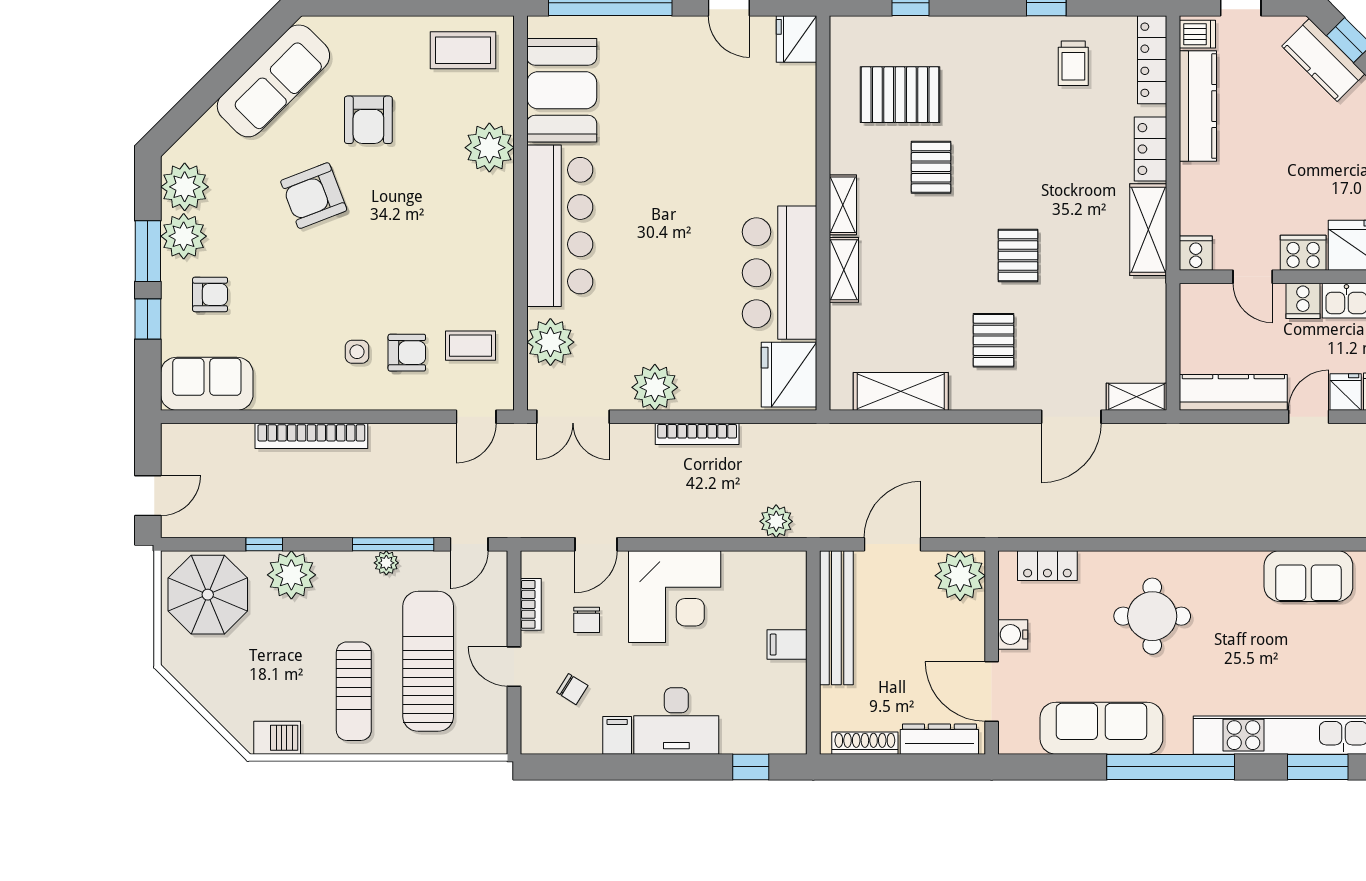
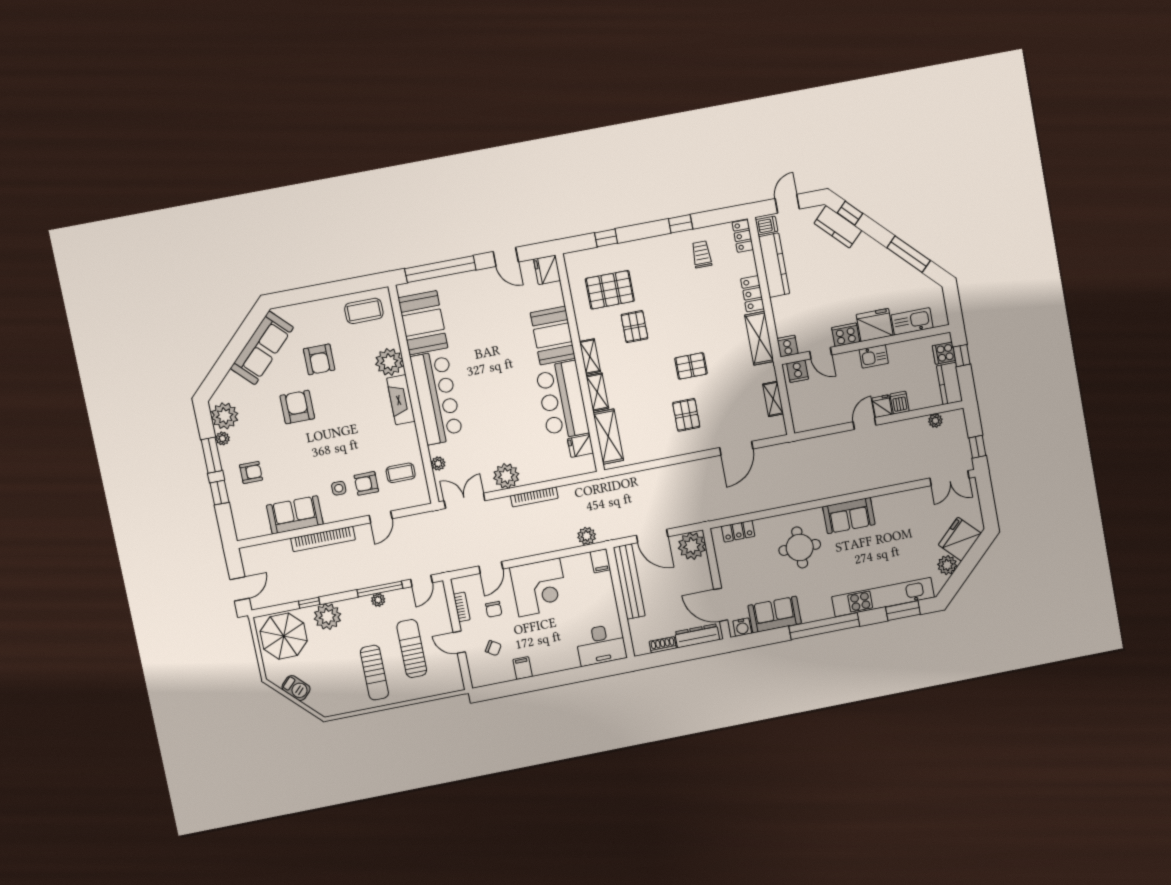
locker: (1152, 60) -> (743, 236), width x0.66
trolley: (1073, 63) -> (702, 254), turned 180
booth: (784, 156) -> (553, 336), added
armchair: (314, 196) -> (297, 407), turned 111
fireplace: (497, 217) -> (401, 400), added
plant: (184, 236) -> (223, 438), width x0.53, depth x0.53
pallet: (1018, 255) -> (691, 366), turned 90
cooker: (1303, 301) -> (798, 371), moved
plant: (550, 342) -> (438, 464), width x0.53, depth x0.53
armchair: (407, 353) -> (366, 483), turned 180
fridge: (789, 375) -> (580, 446), width x0.53, depth x0.75
sofa: (207, 384) -> (295, 515), moved
shelving: (901, 391) -> (608, 437), moved, turned 90
kitchen counter: (1233, 392) -> (822, 418), removed
shelving: (1137, 397) -> (773, 399), moved, turned 90
door: (476, 417) -> (381, 517), moved
double door: (573, 417) -> (465, 501), swing flipped
door: (893, 544) -> (652, 536), swing flipped
sofa: (1308, 576) -> (849, 516), moved
water cooler: (1013, 634) -> (742, 627), moved, turned -90
filing cabinet: (787, 645) -> (600, 561), moved, turned -90
sun lounger: (428, 661) -> (412, 649), width x0.73, depth x0.75
desk: (676, 721) -> (601, 645), moved
sofa: (1101, 728) -> (775, 615), width x0.73
barbecue: (277, 738) -> (296, 688), moved, turned 45
shoe rack: (865, 743) -> (663, 645), width x0.70
window: (751, 767) -> (598, 671), removed

